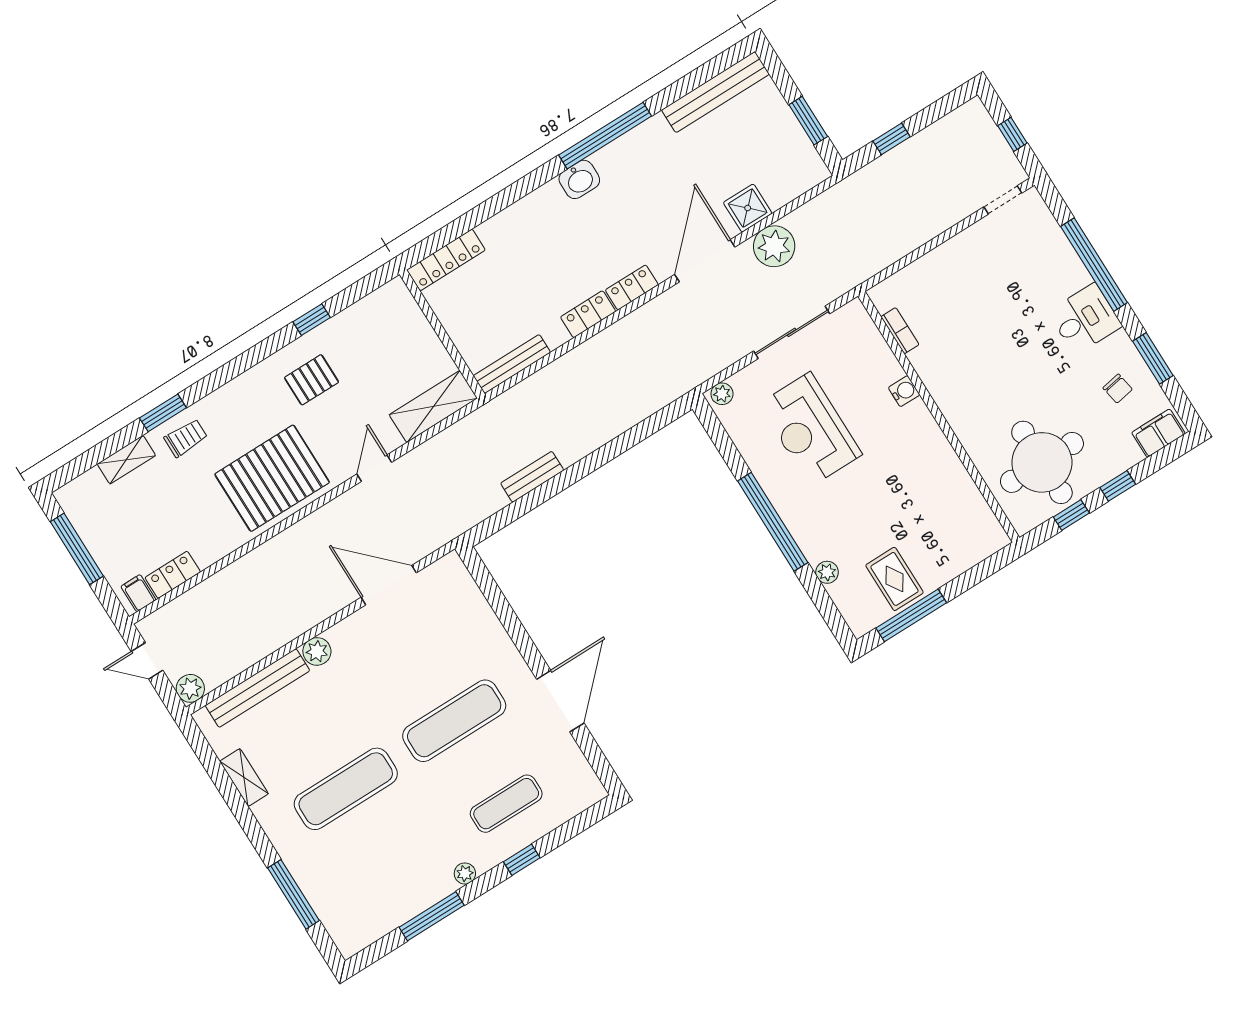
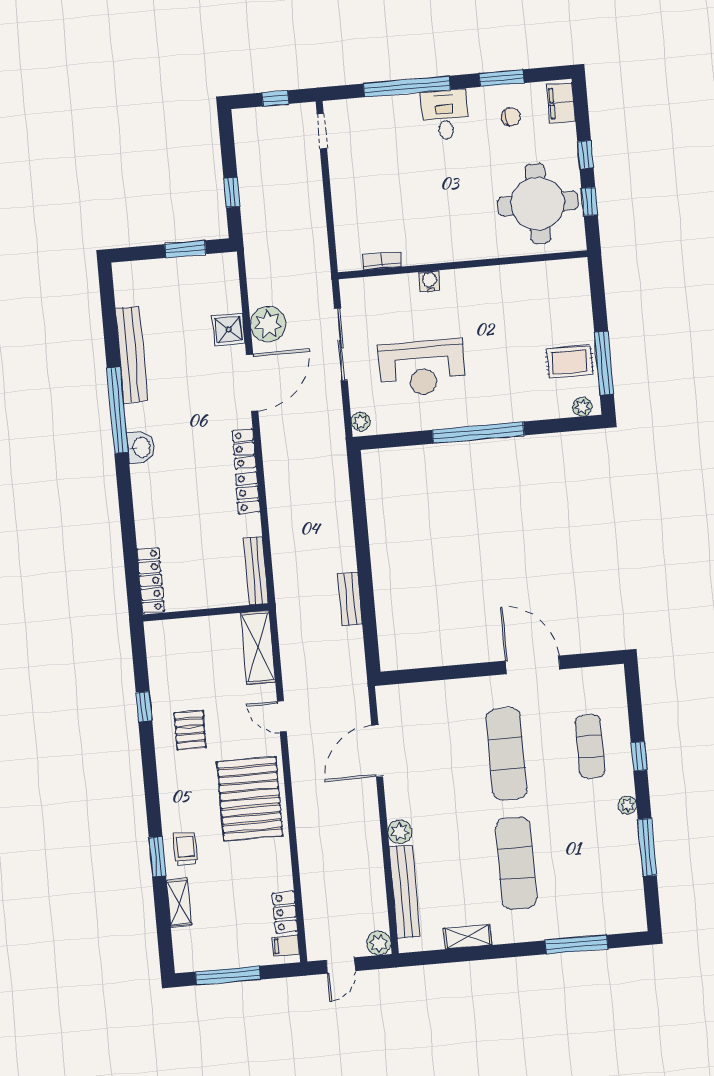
bench: (715, 92) -> (131, 355), moved
door: (705, 261) -> (252, 383), swing flipped
plant: (827, 572) -> (582, 407), moved

